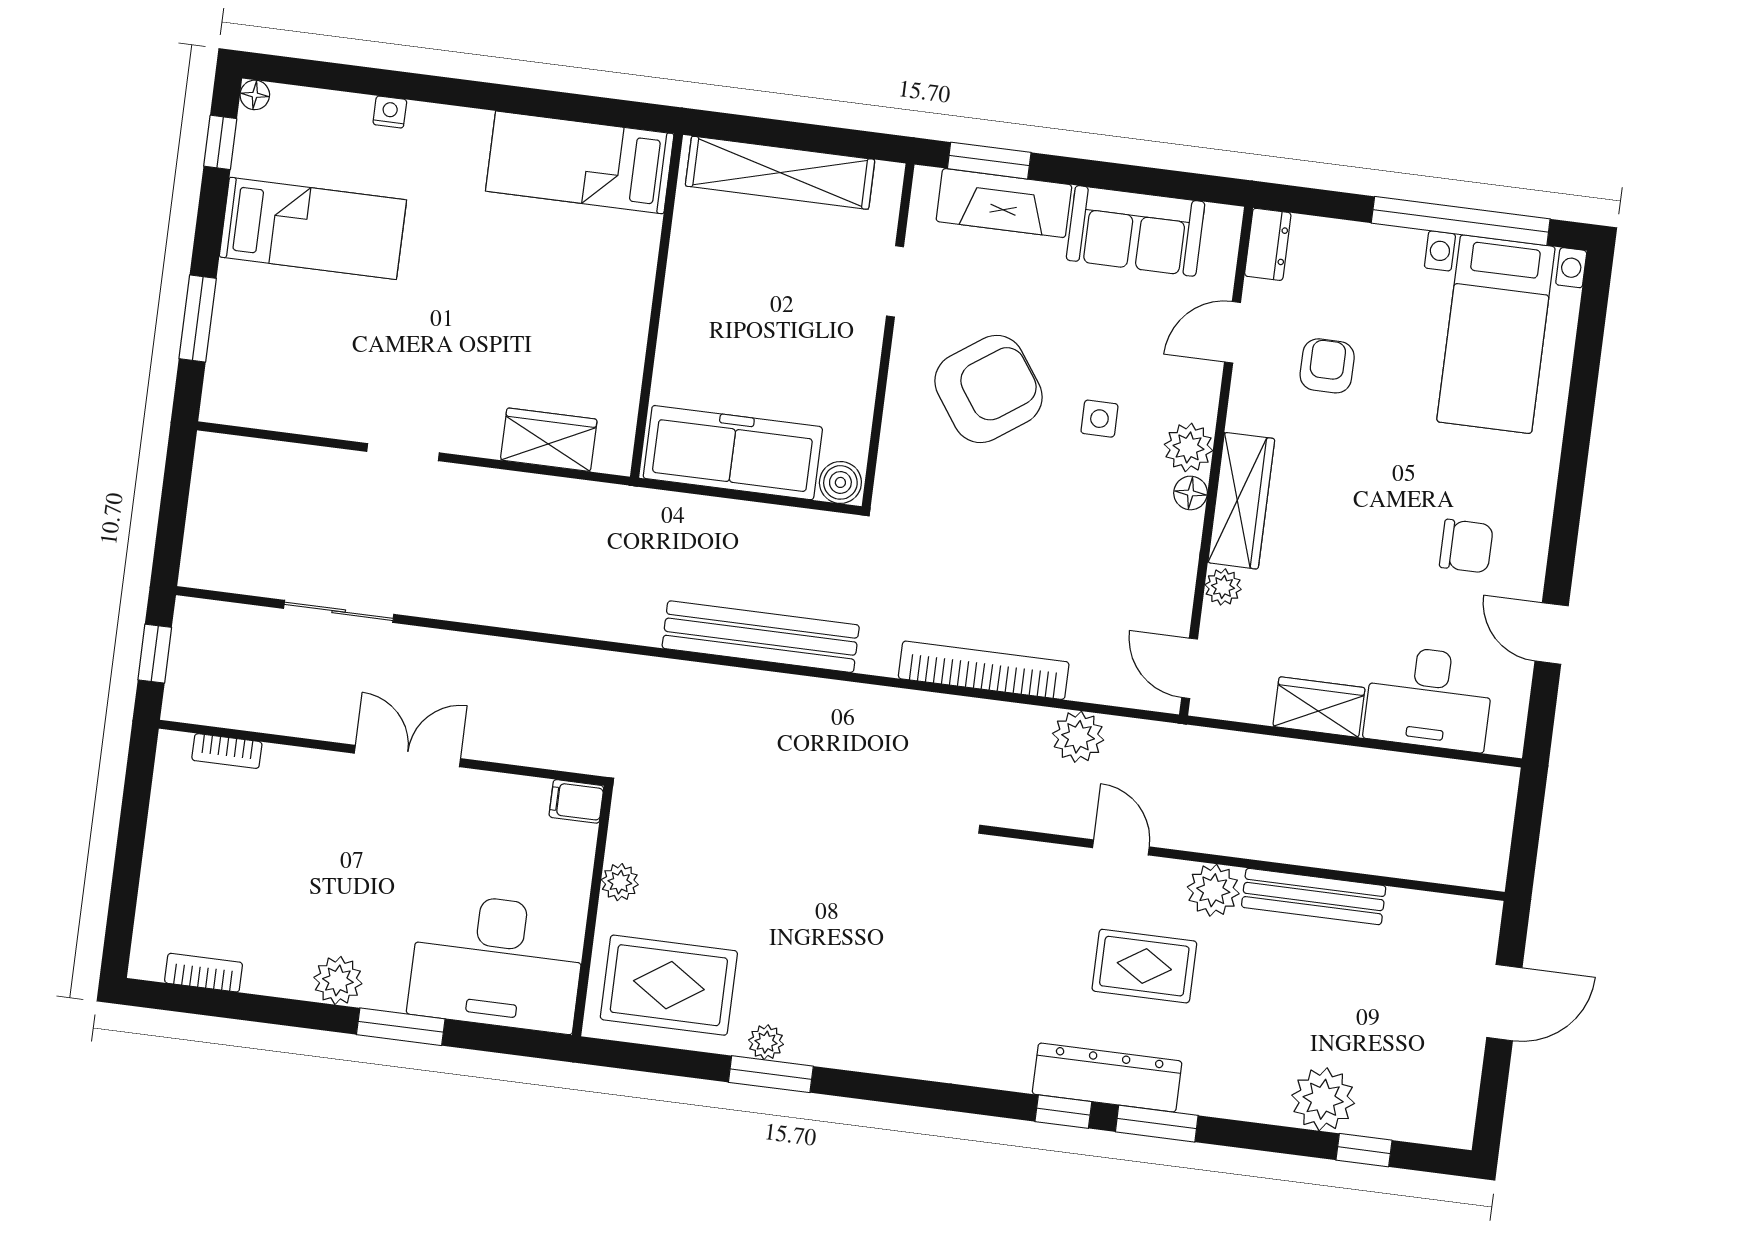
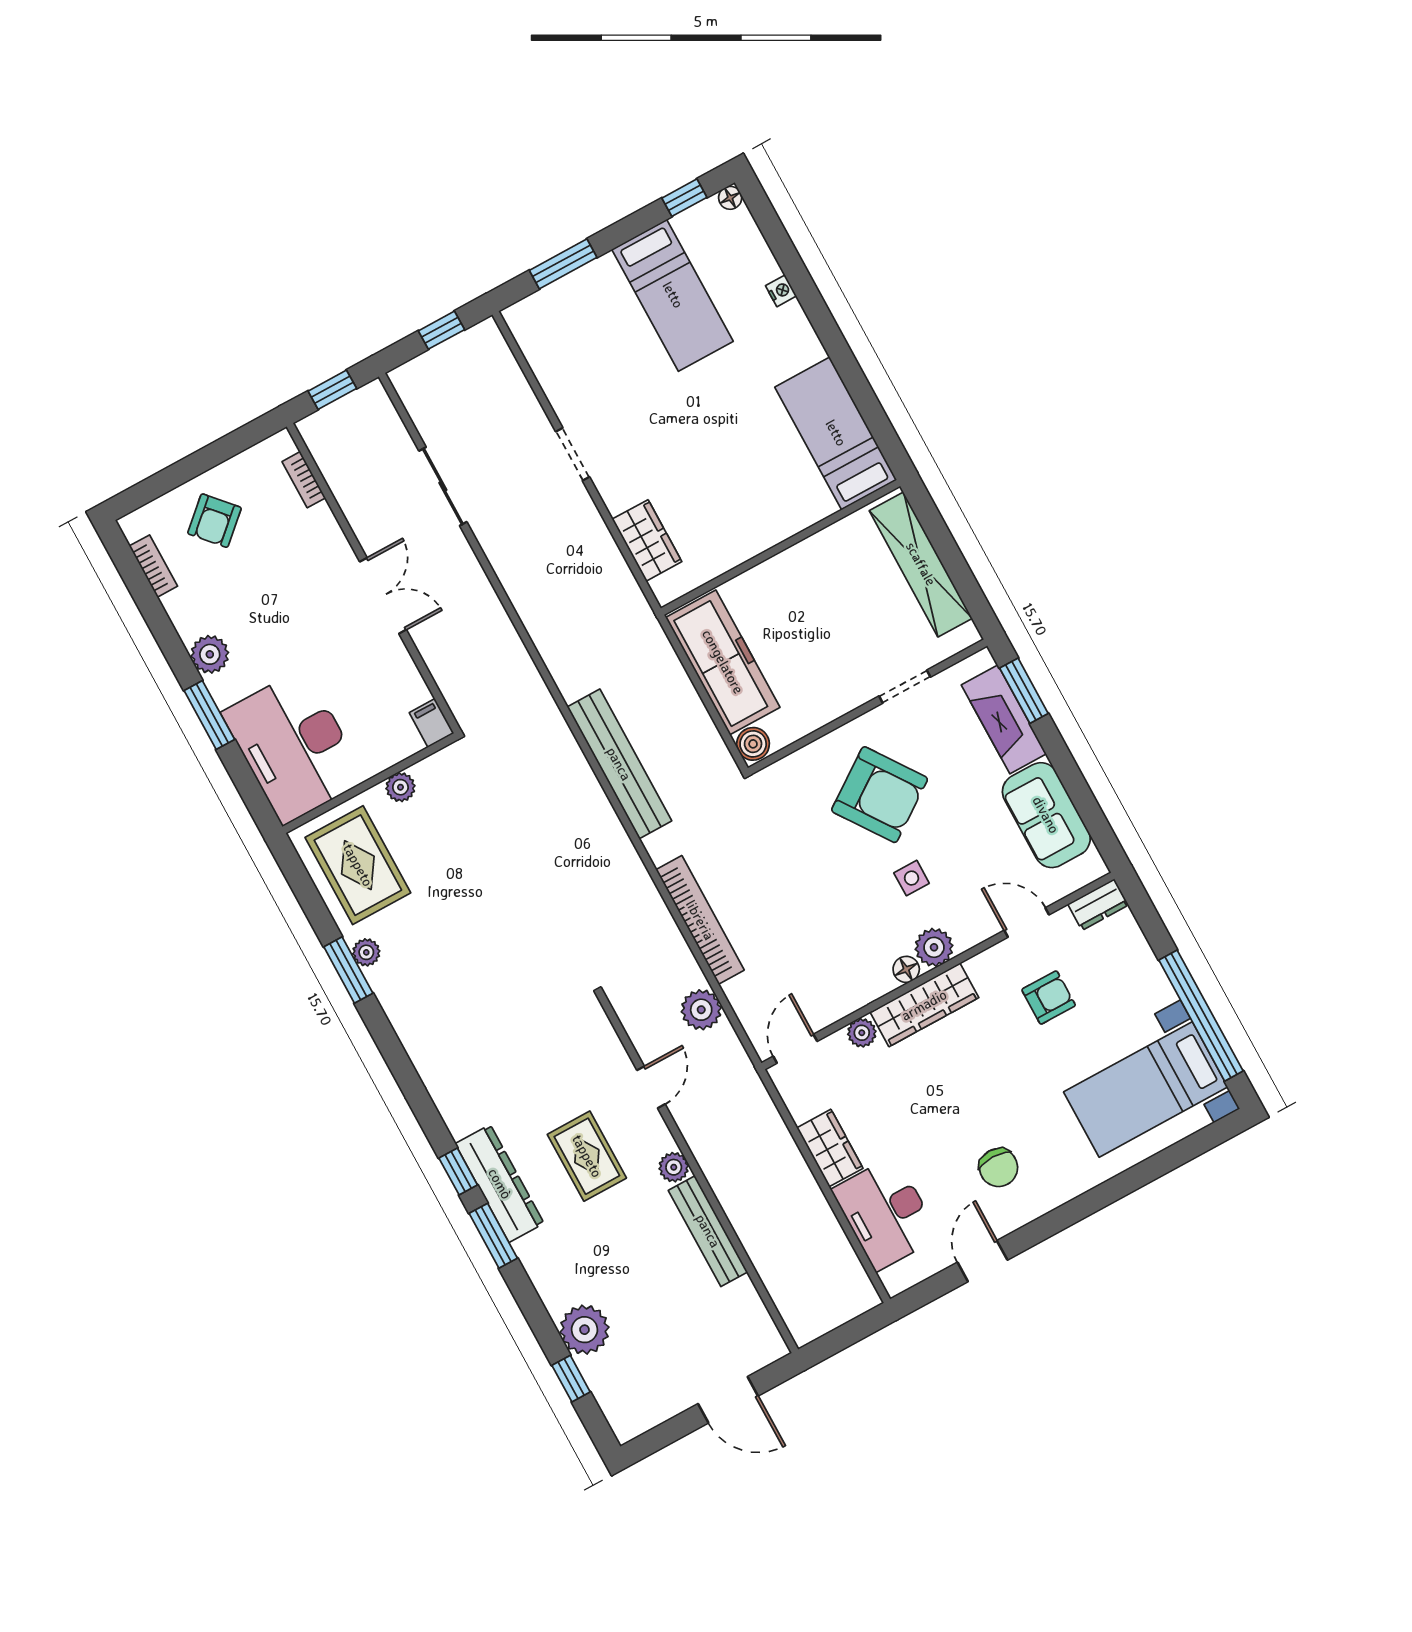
window: (175, 495) -> (441, 330), added
armchair: (202, 875) -> (214, 521), added
plant: (1213, 890) -> (674, 1167), width x0.73, depth x0.73

